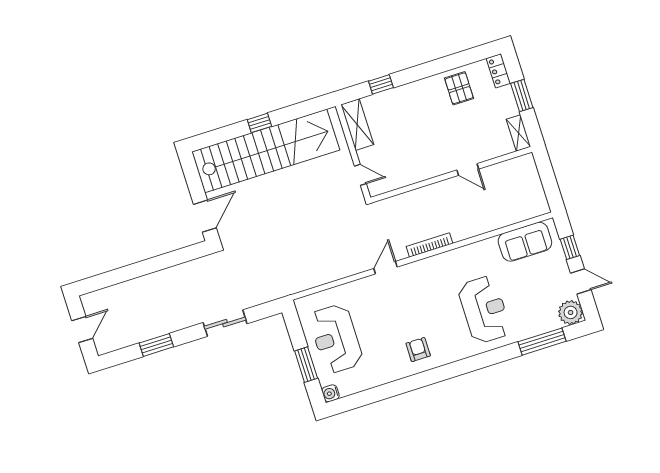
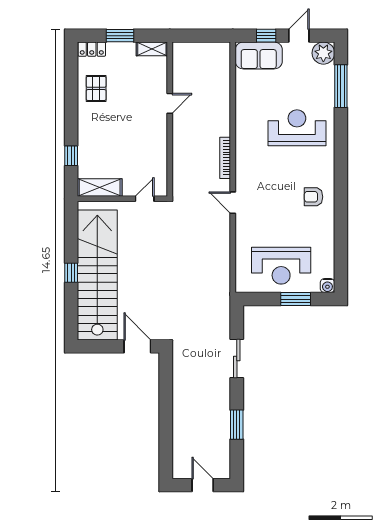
pallet: (459, 88) -> (96, 88), turned 90
sofa: (525, 242) -> (259, 55), moved, turned 90

